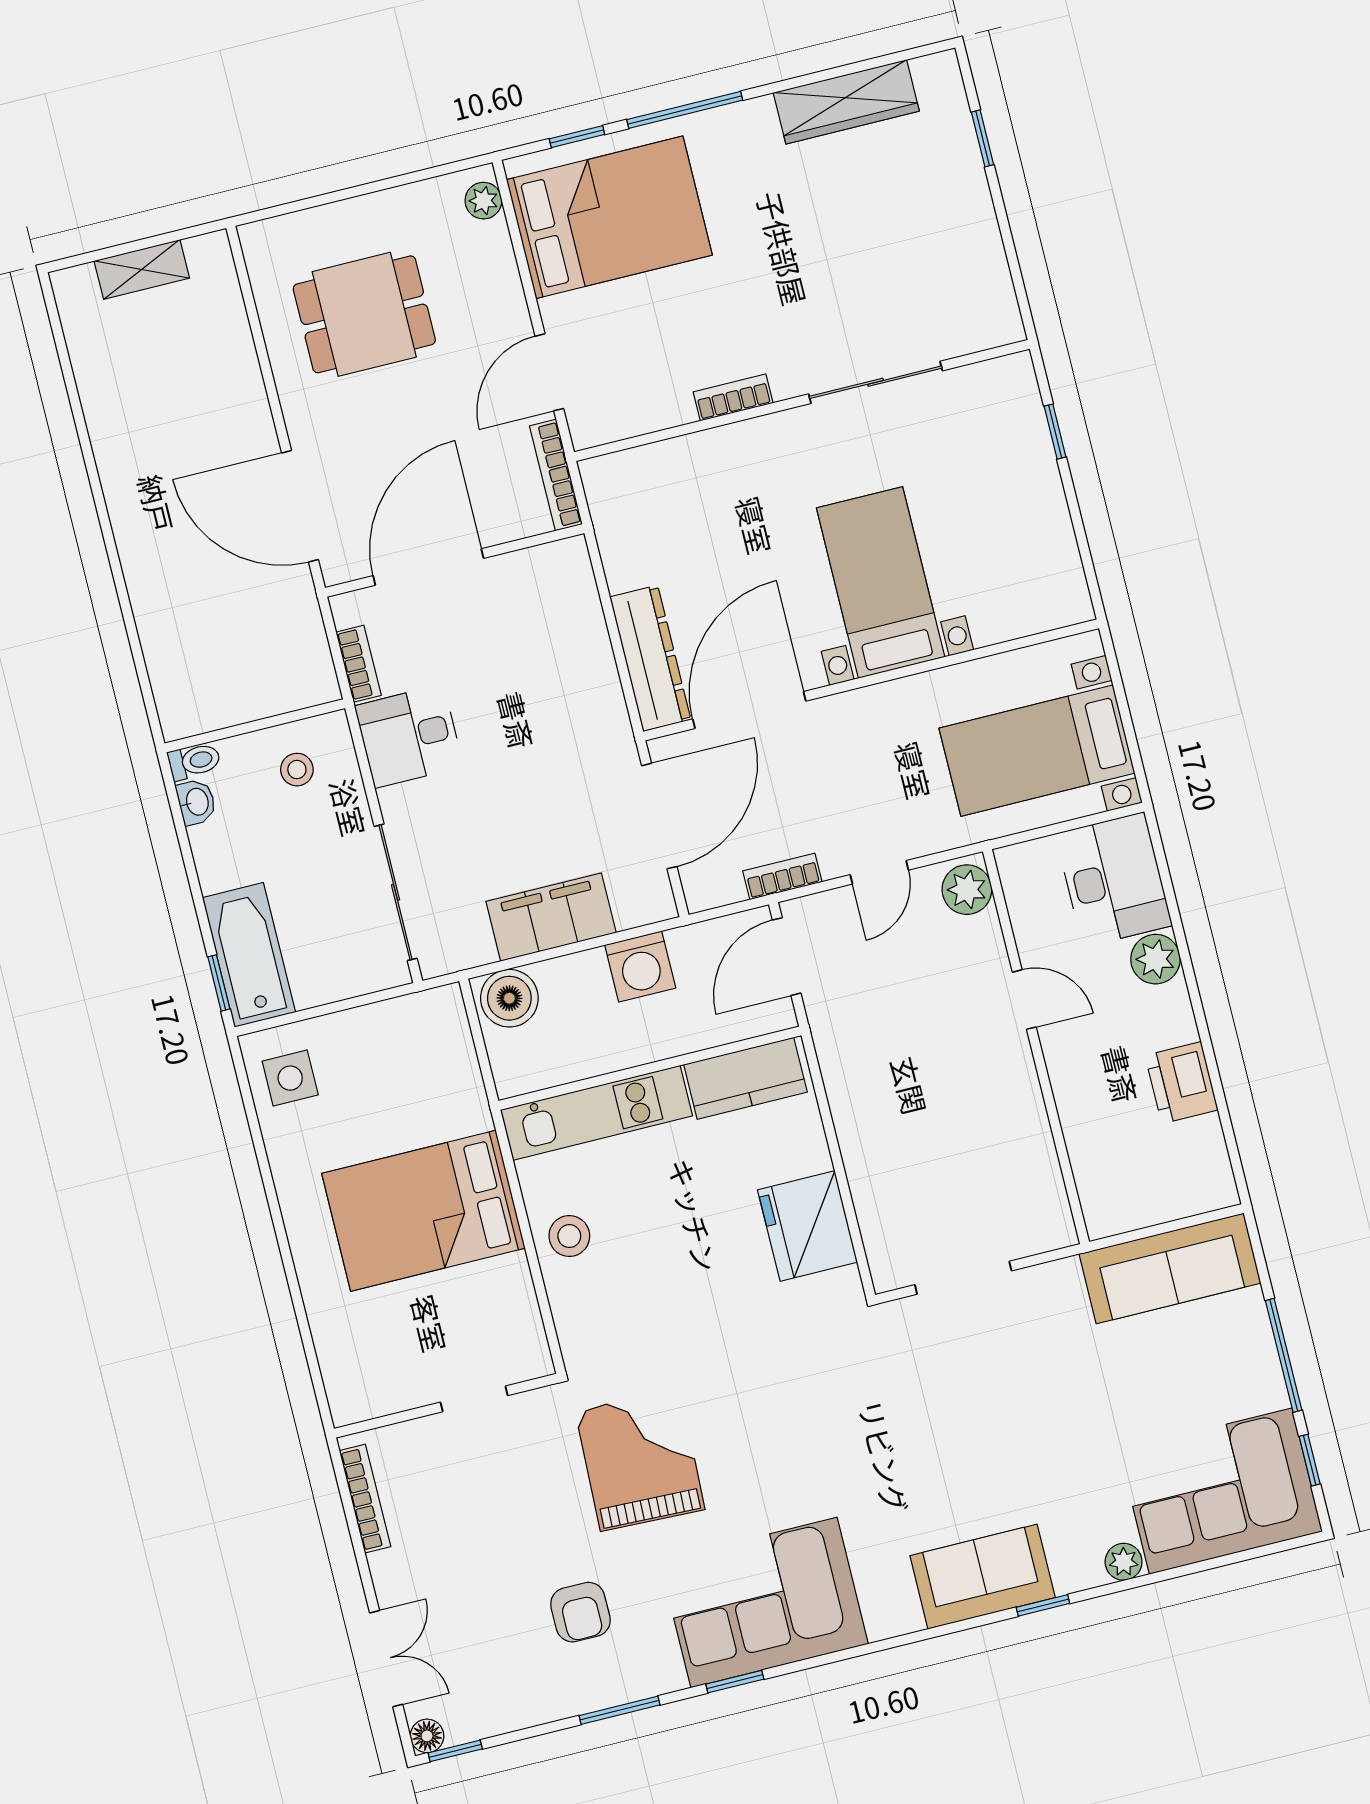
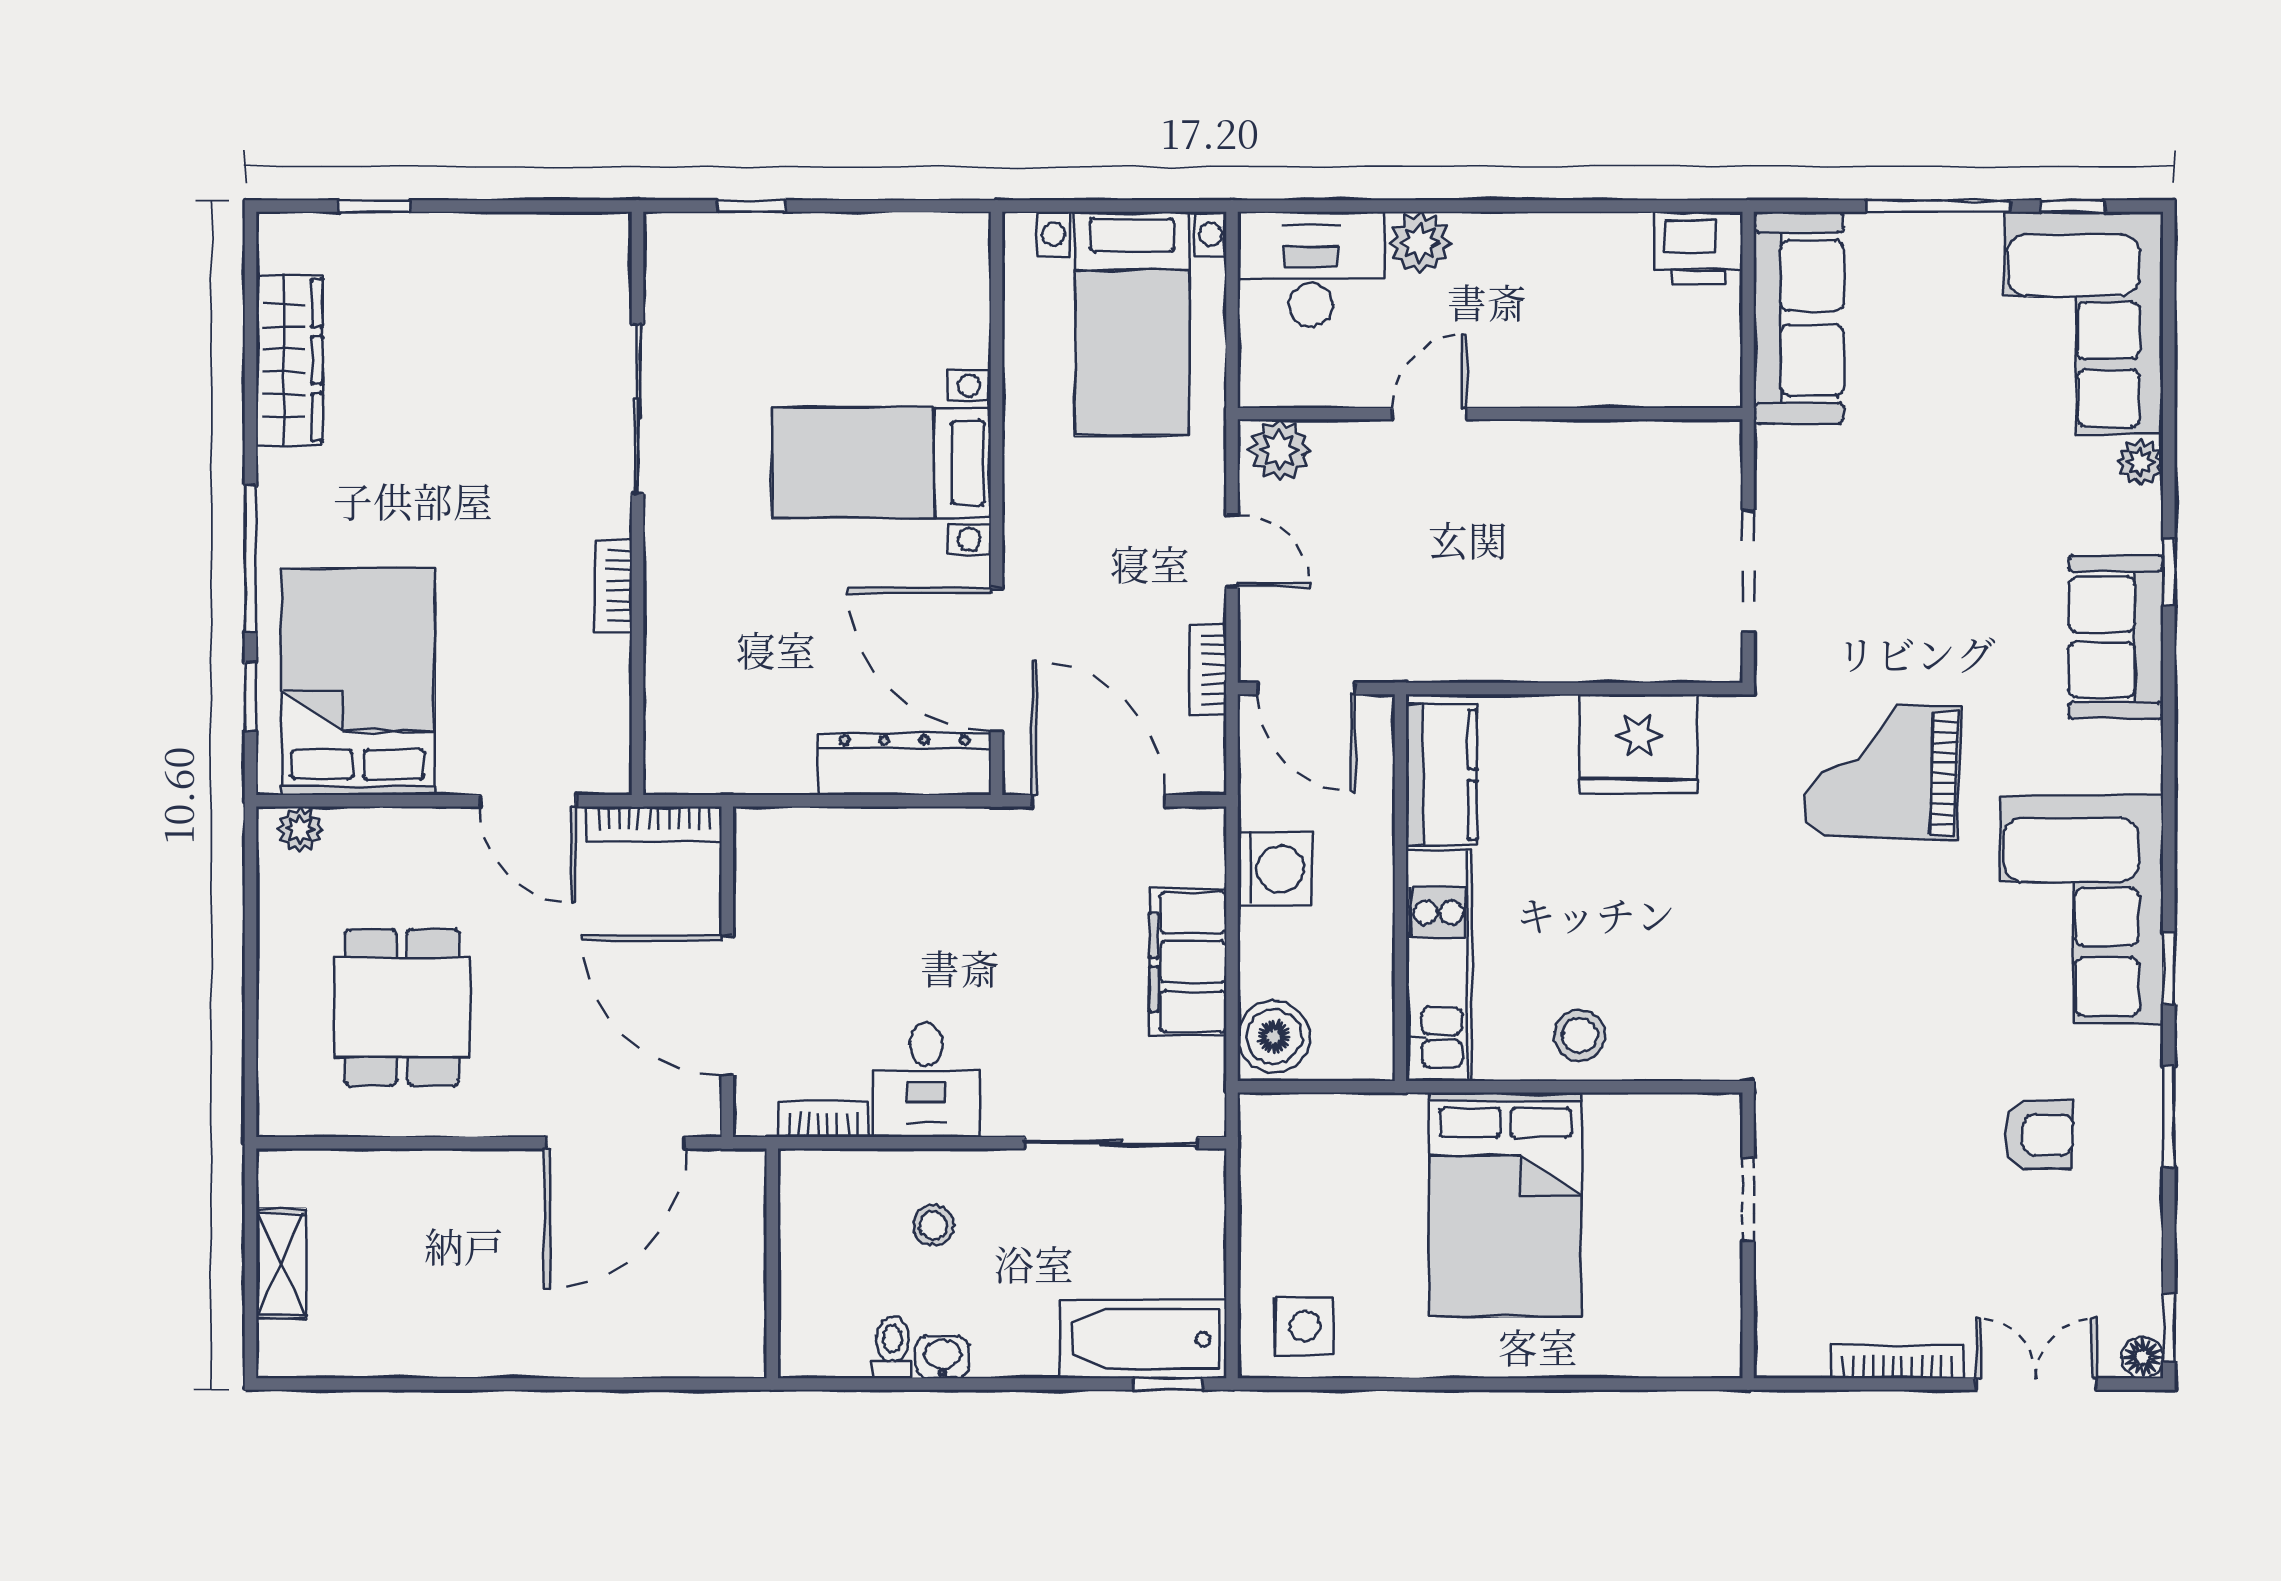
wall: (255, 726) -> (772, 1263), moved
printer: (1182, 1083) -> (1699, 248), moved
grand piano: (640, 1460) -> (1882, 771), moved
bookcase: (365, 1499) -> (1898, 1361), moved

